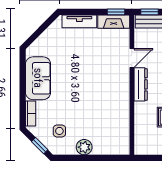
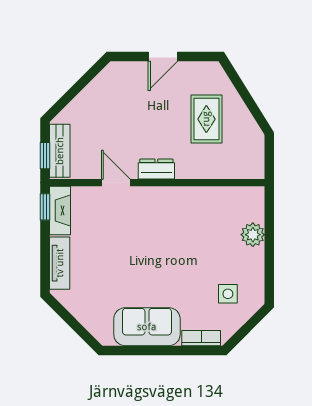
dresser: (141, 84) -> (156, 169), width x0.70
window: (40, 146) -> (251, 324), removed
plant: (84, 147) -> (253, 235), moved

